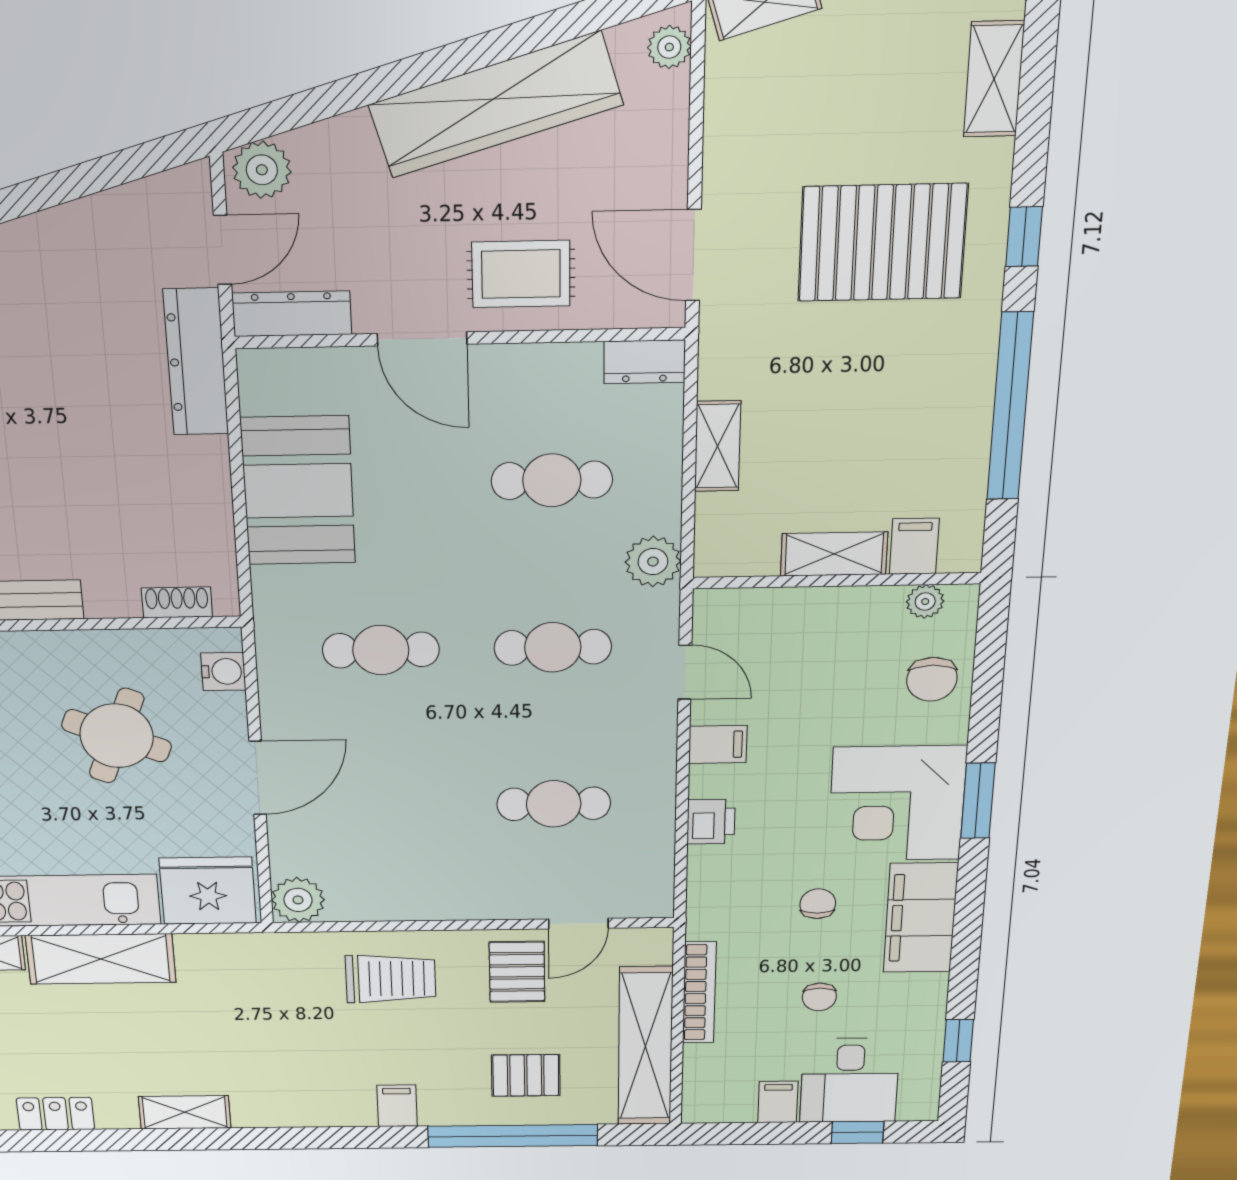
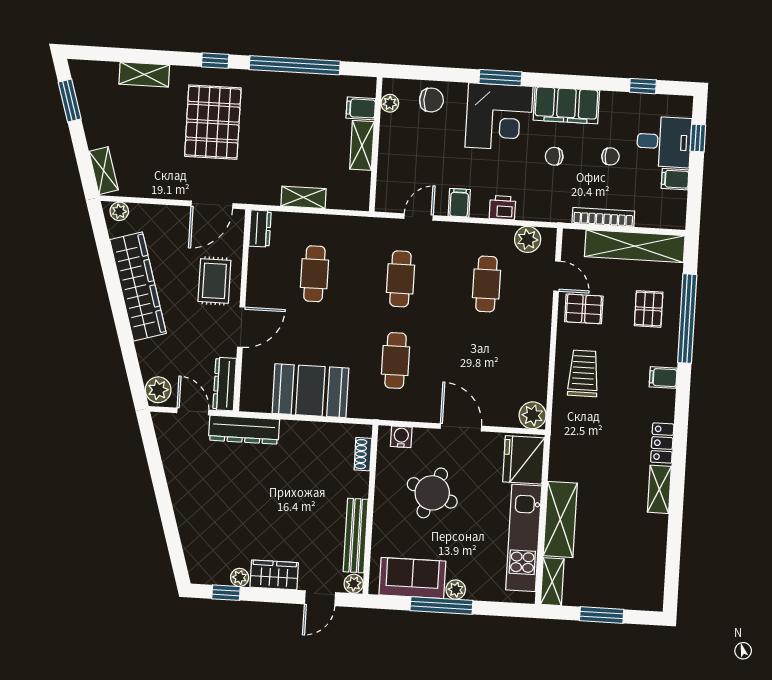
plant: (653, 562) -> (528, 239), moved
locker: (55, 1114) -> (662, 443), moved

